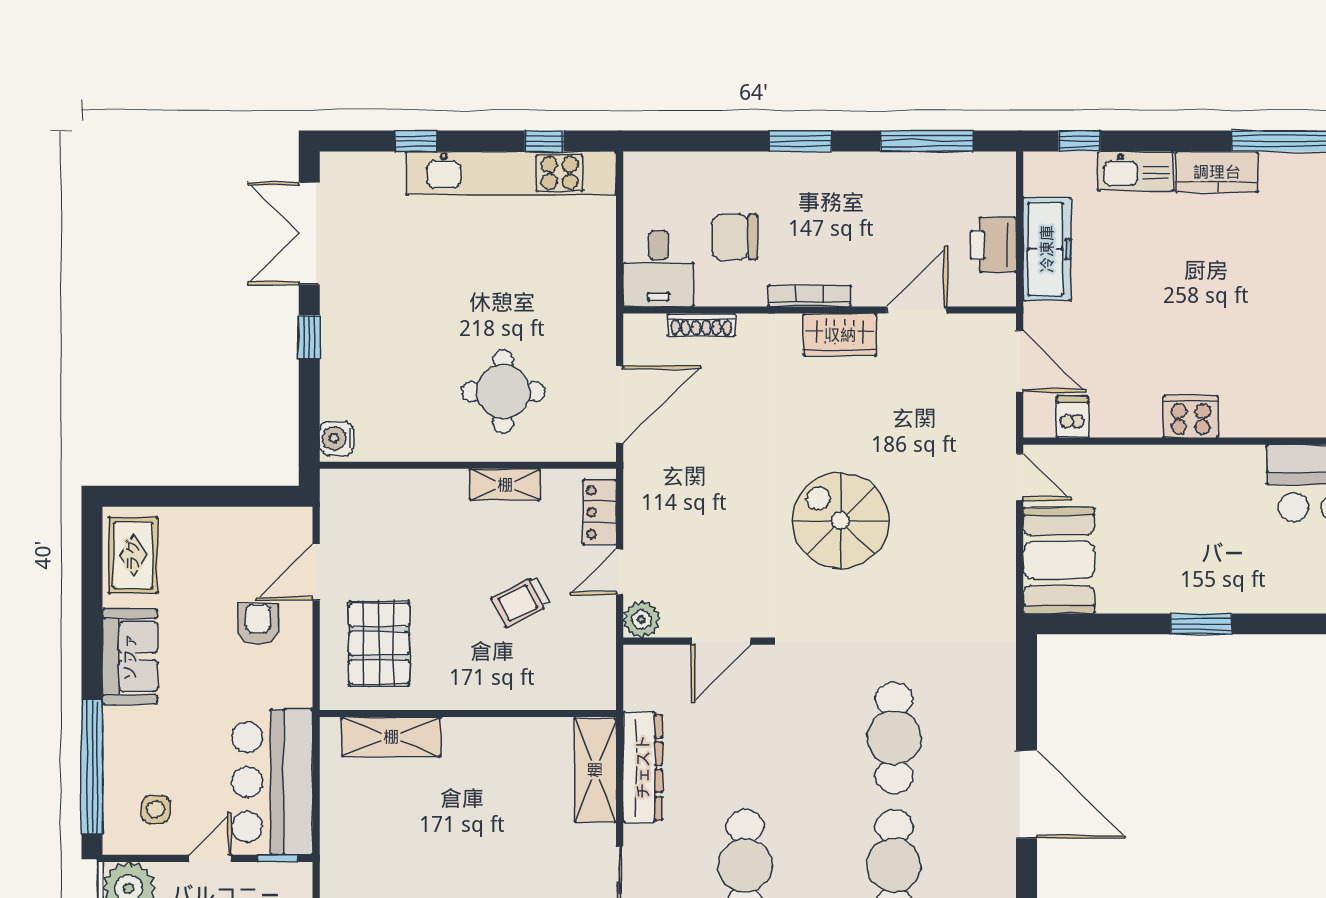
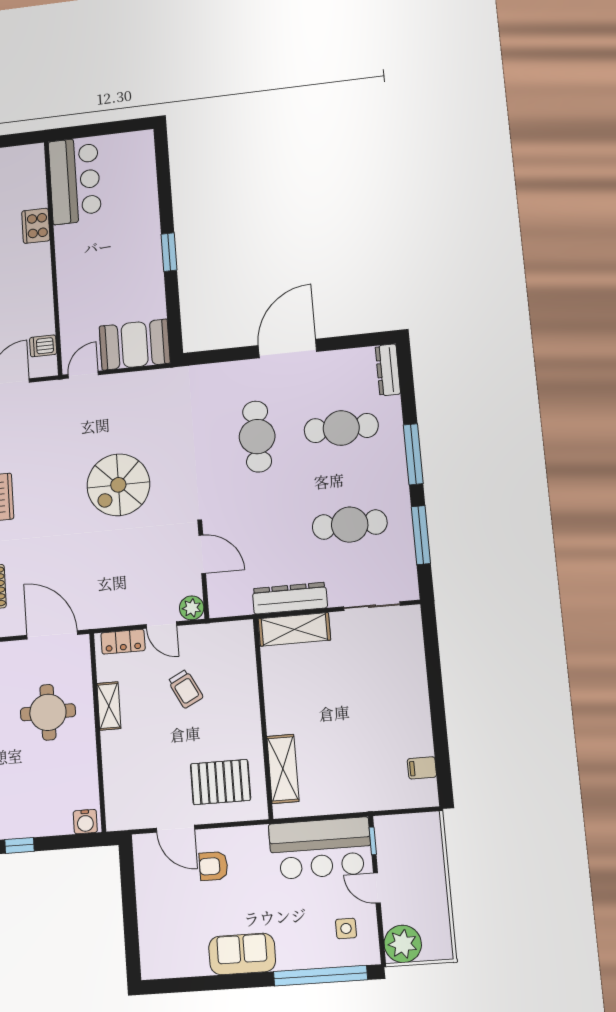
cooker: (1191, 417) -> (36, 226), moved
rug: (133, 555) -> (173, 956), removed
cafe table: (894, 738) -> (257, 437), turned 90

